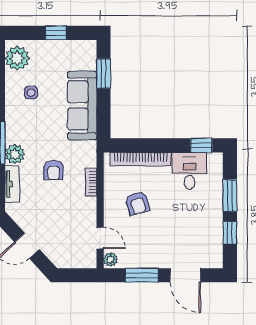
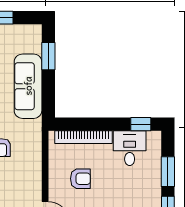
bookcase: (91, 182) -> (36, 159), removed
armchair: (137, 203) -> (80, 179), turned -73

